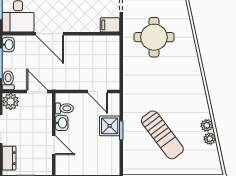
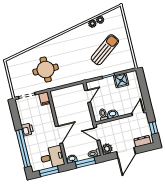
door: (37, 92) -> (97, 134), hinge flipped
shower: (110, 126) -> (121, 80), moved
door: (54, 145) -> (138, 113), moved

